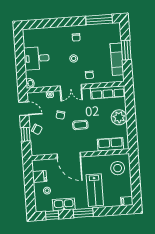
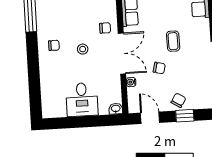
double door: (71, 87) -> (122, 53), width x1.37
door: (24, 109) -> (150, 118), hinge flipped

